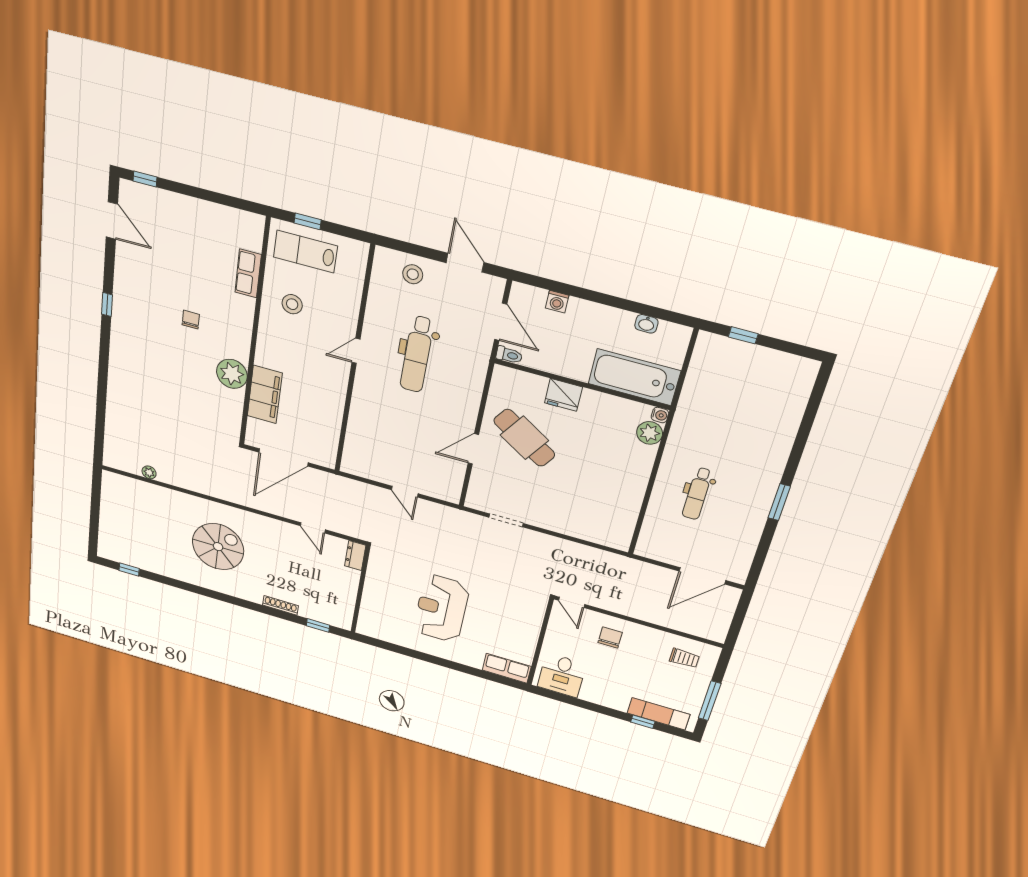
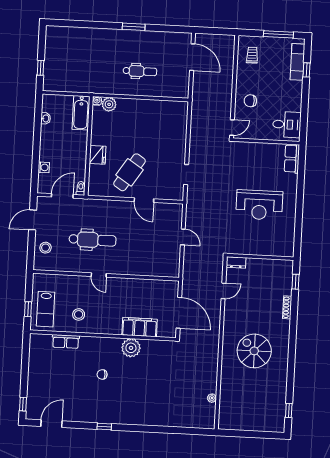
bathtub: (634, 377) -> (81, 113), width x0.73, depth x0.73
door: (405, 492) -> (183, 237), hinge flipped

